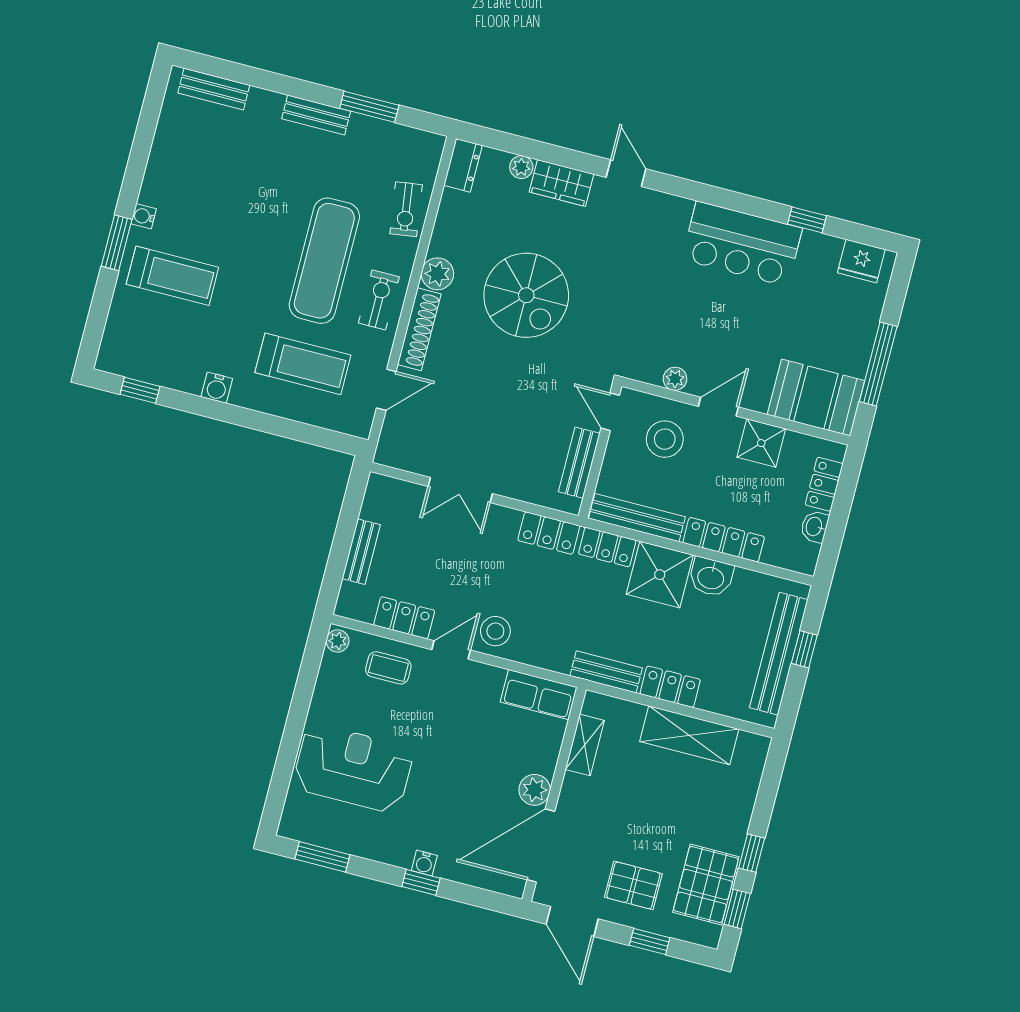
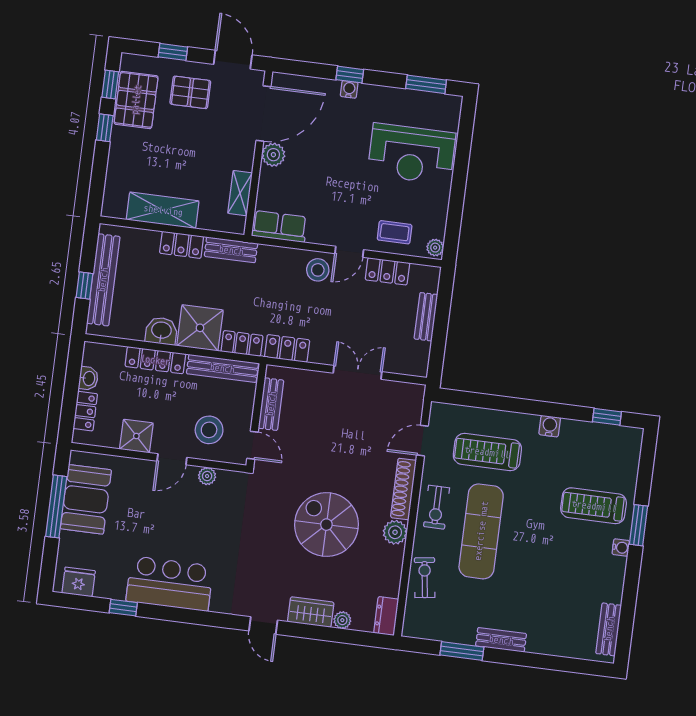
bench: (214, 89) -> (609, 629), moved, turned 90
booth: (816, 398) -> (86, 499), moved, turned 90

